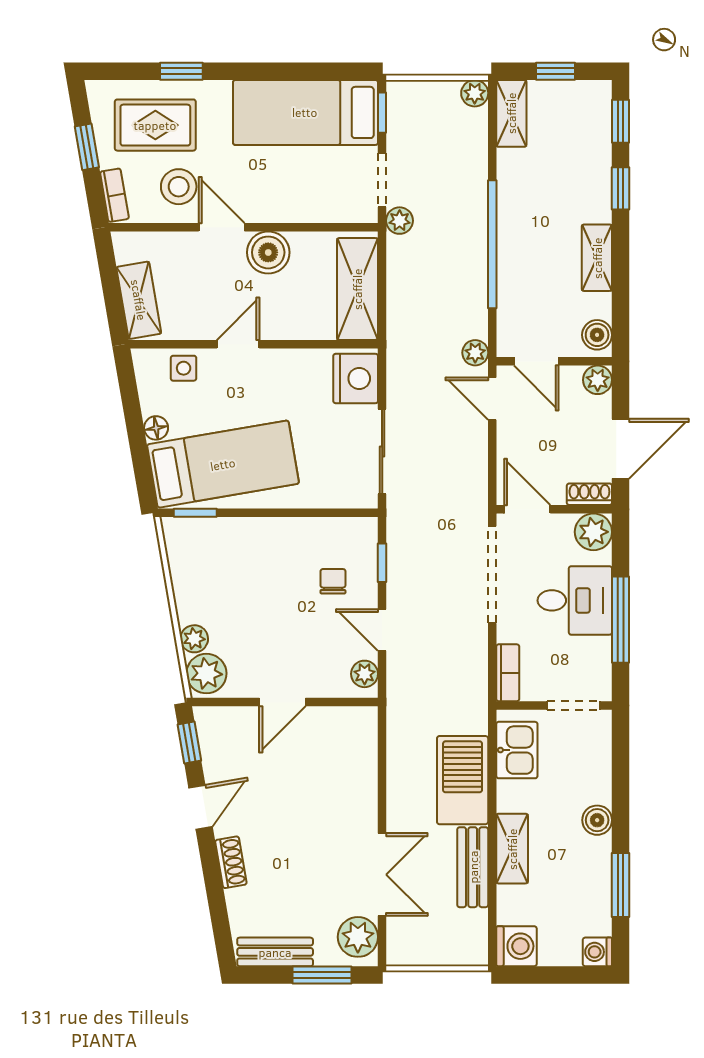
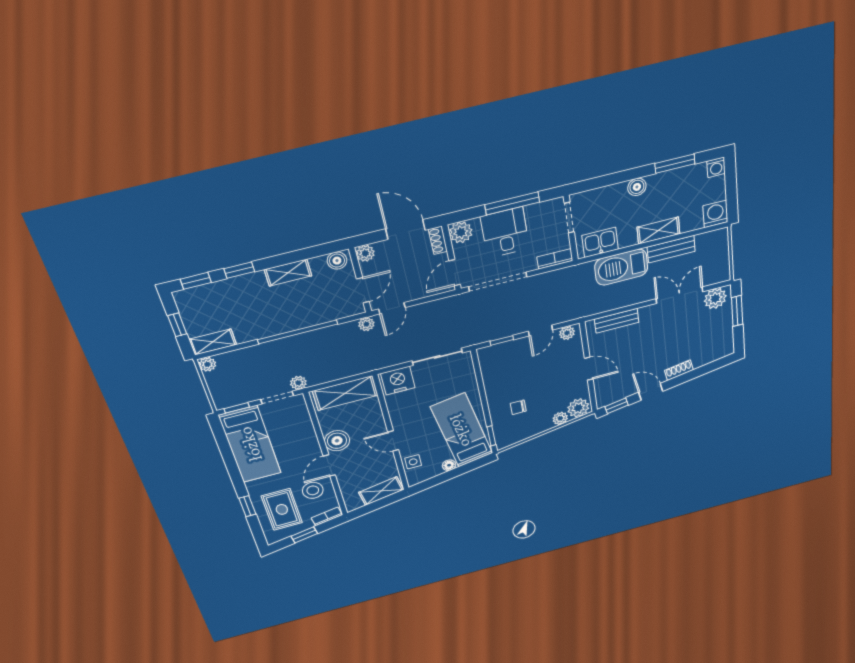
chair: (333, 581) -> (518, 407), moved
bench: (275, 952) -> (617, 321), moved, turned 90

